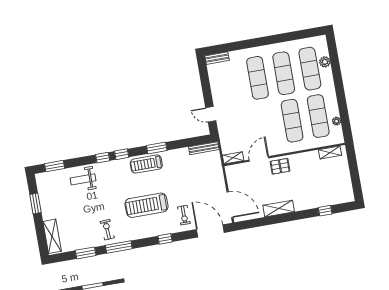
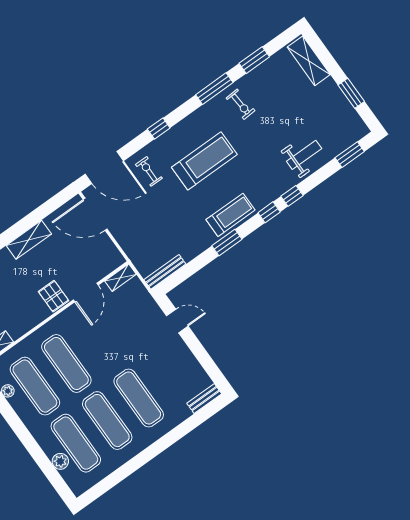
pallet: (280, 166) -> (54, 296), turned 90

